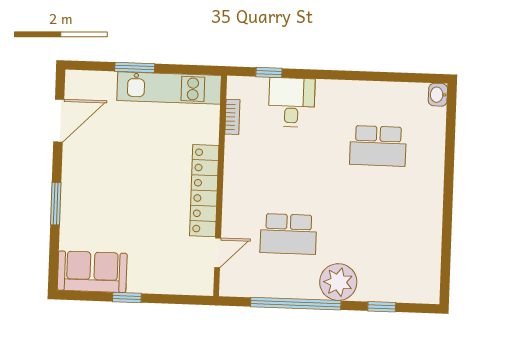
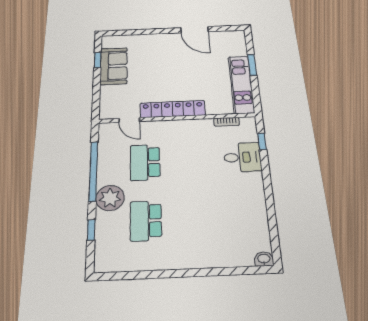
door: (59, 121) -> (194, 30), moved
school desk: (378, 146) -> (146, 221), moved
window: (56, 204) -> (157, 31), removed
sofa: (92, 272) -> (114, 66), moved
window: (127, 297) -> (98, 60), moved

